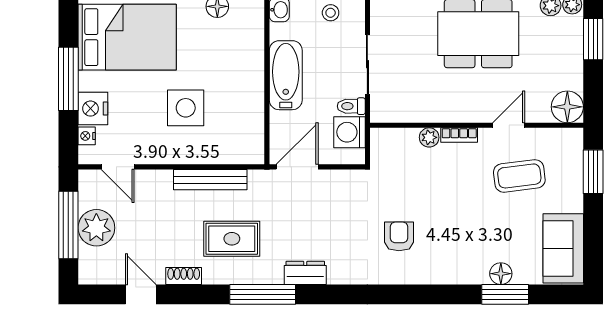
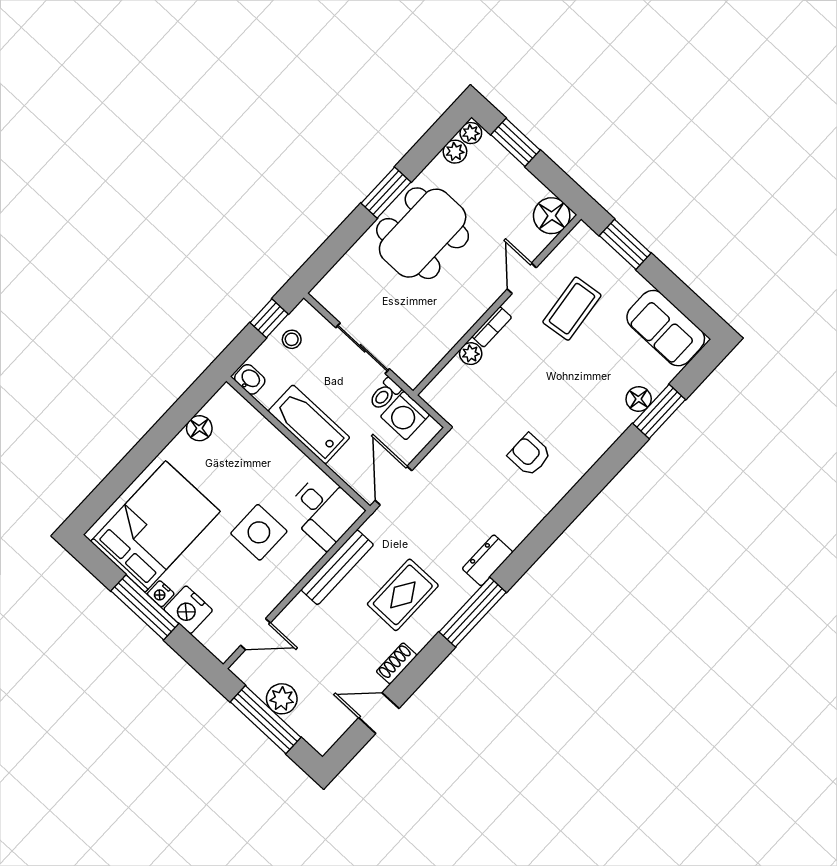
nightstand: (87, 136) -> (161, 594), moved
desk: (239, 137) -> (324, 511), added
plant: (96, 228) -> (282, 699), width x0.73, depth x0.73

